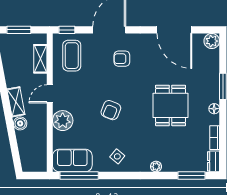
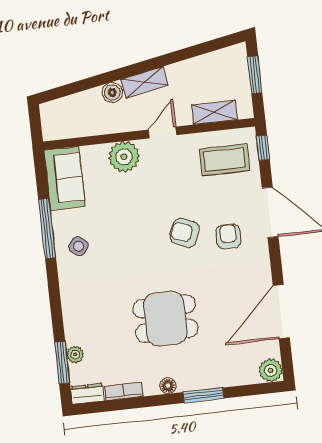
door: (50, 94) -> (162, 132), hinge flipped
armchair: (111, 110) -> (185, 233), moved
plant: (156, 167) -> (75, 355), moved
window: (79, 176) -> (47, 229), moved

